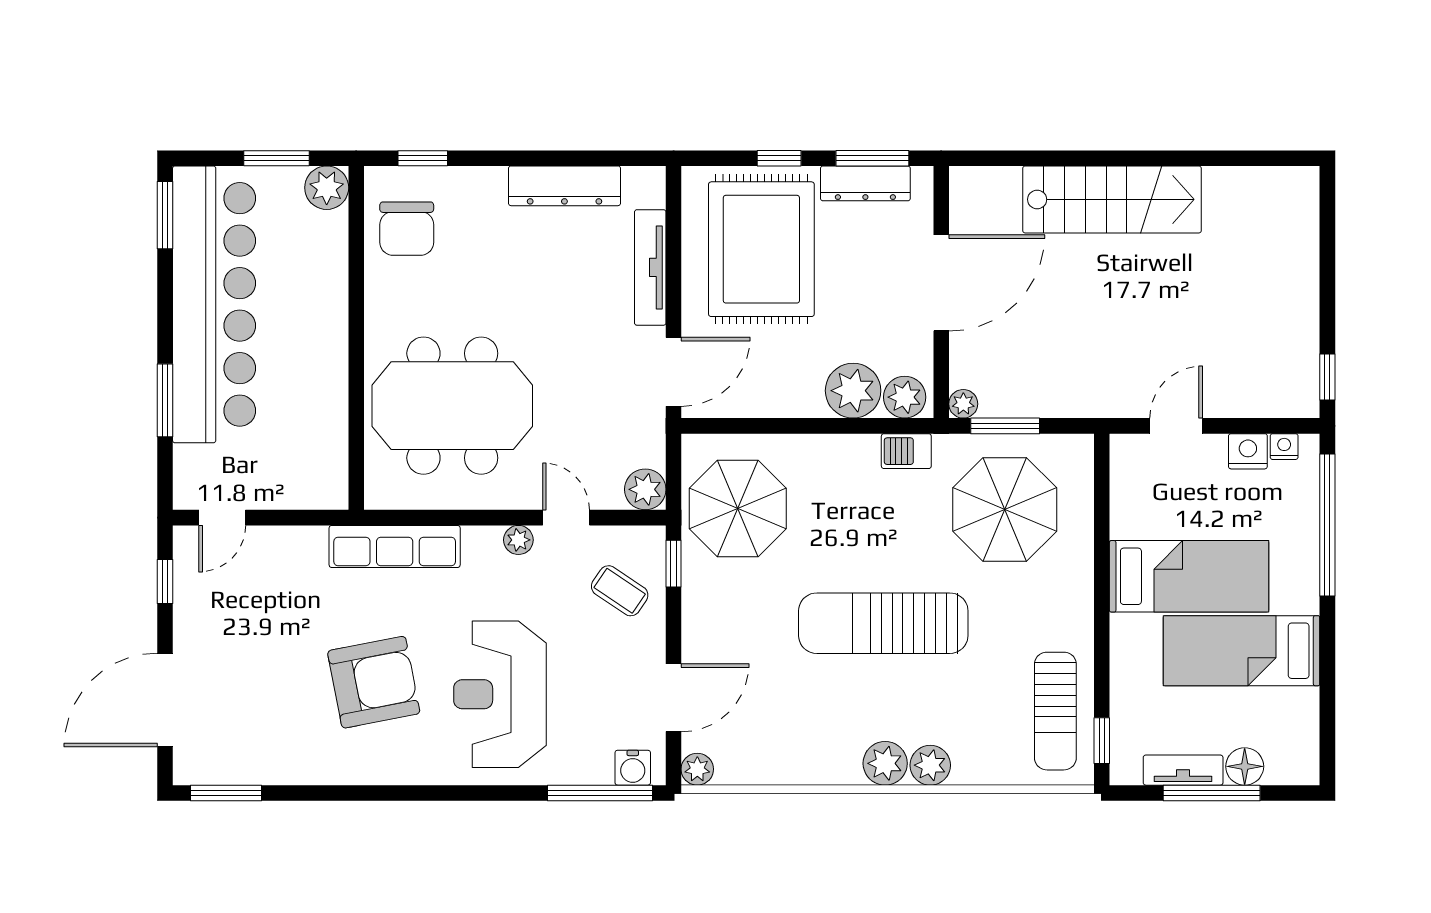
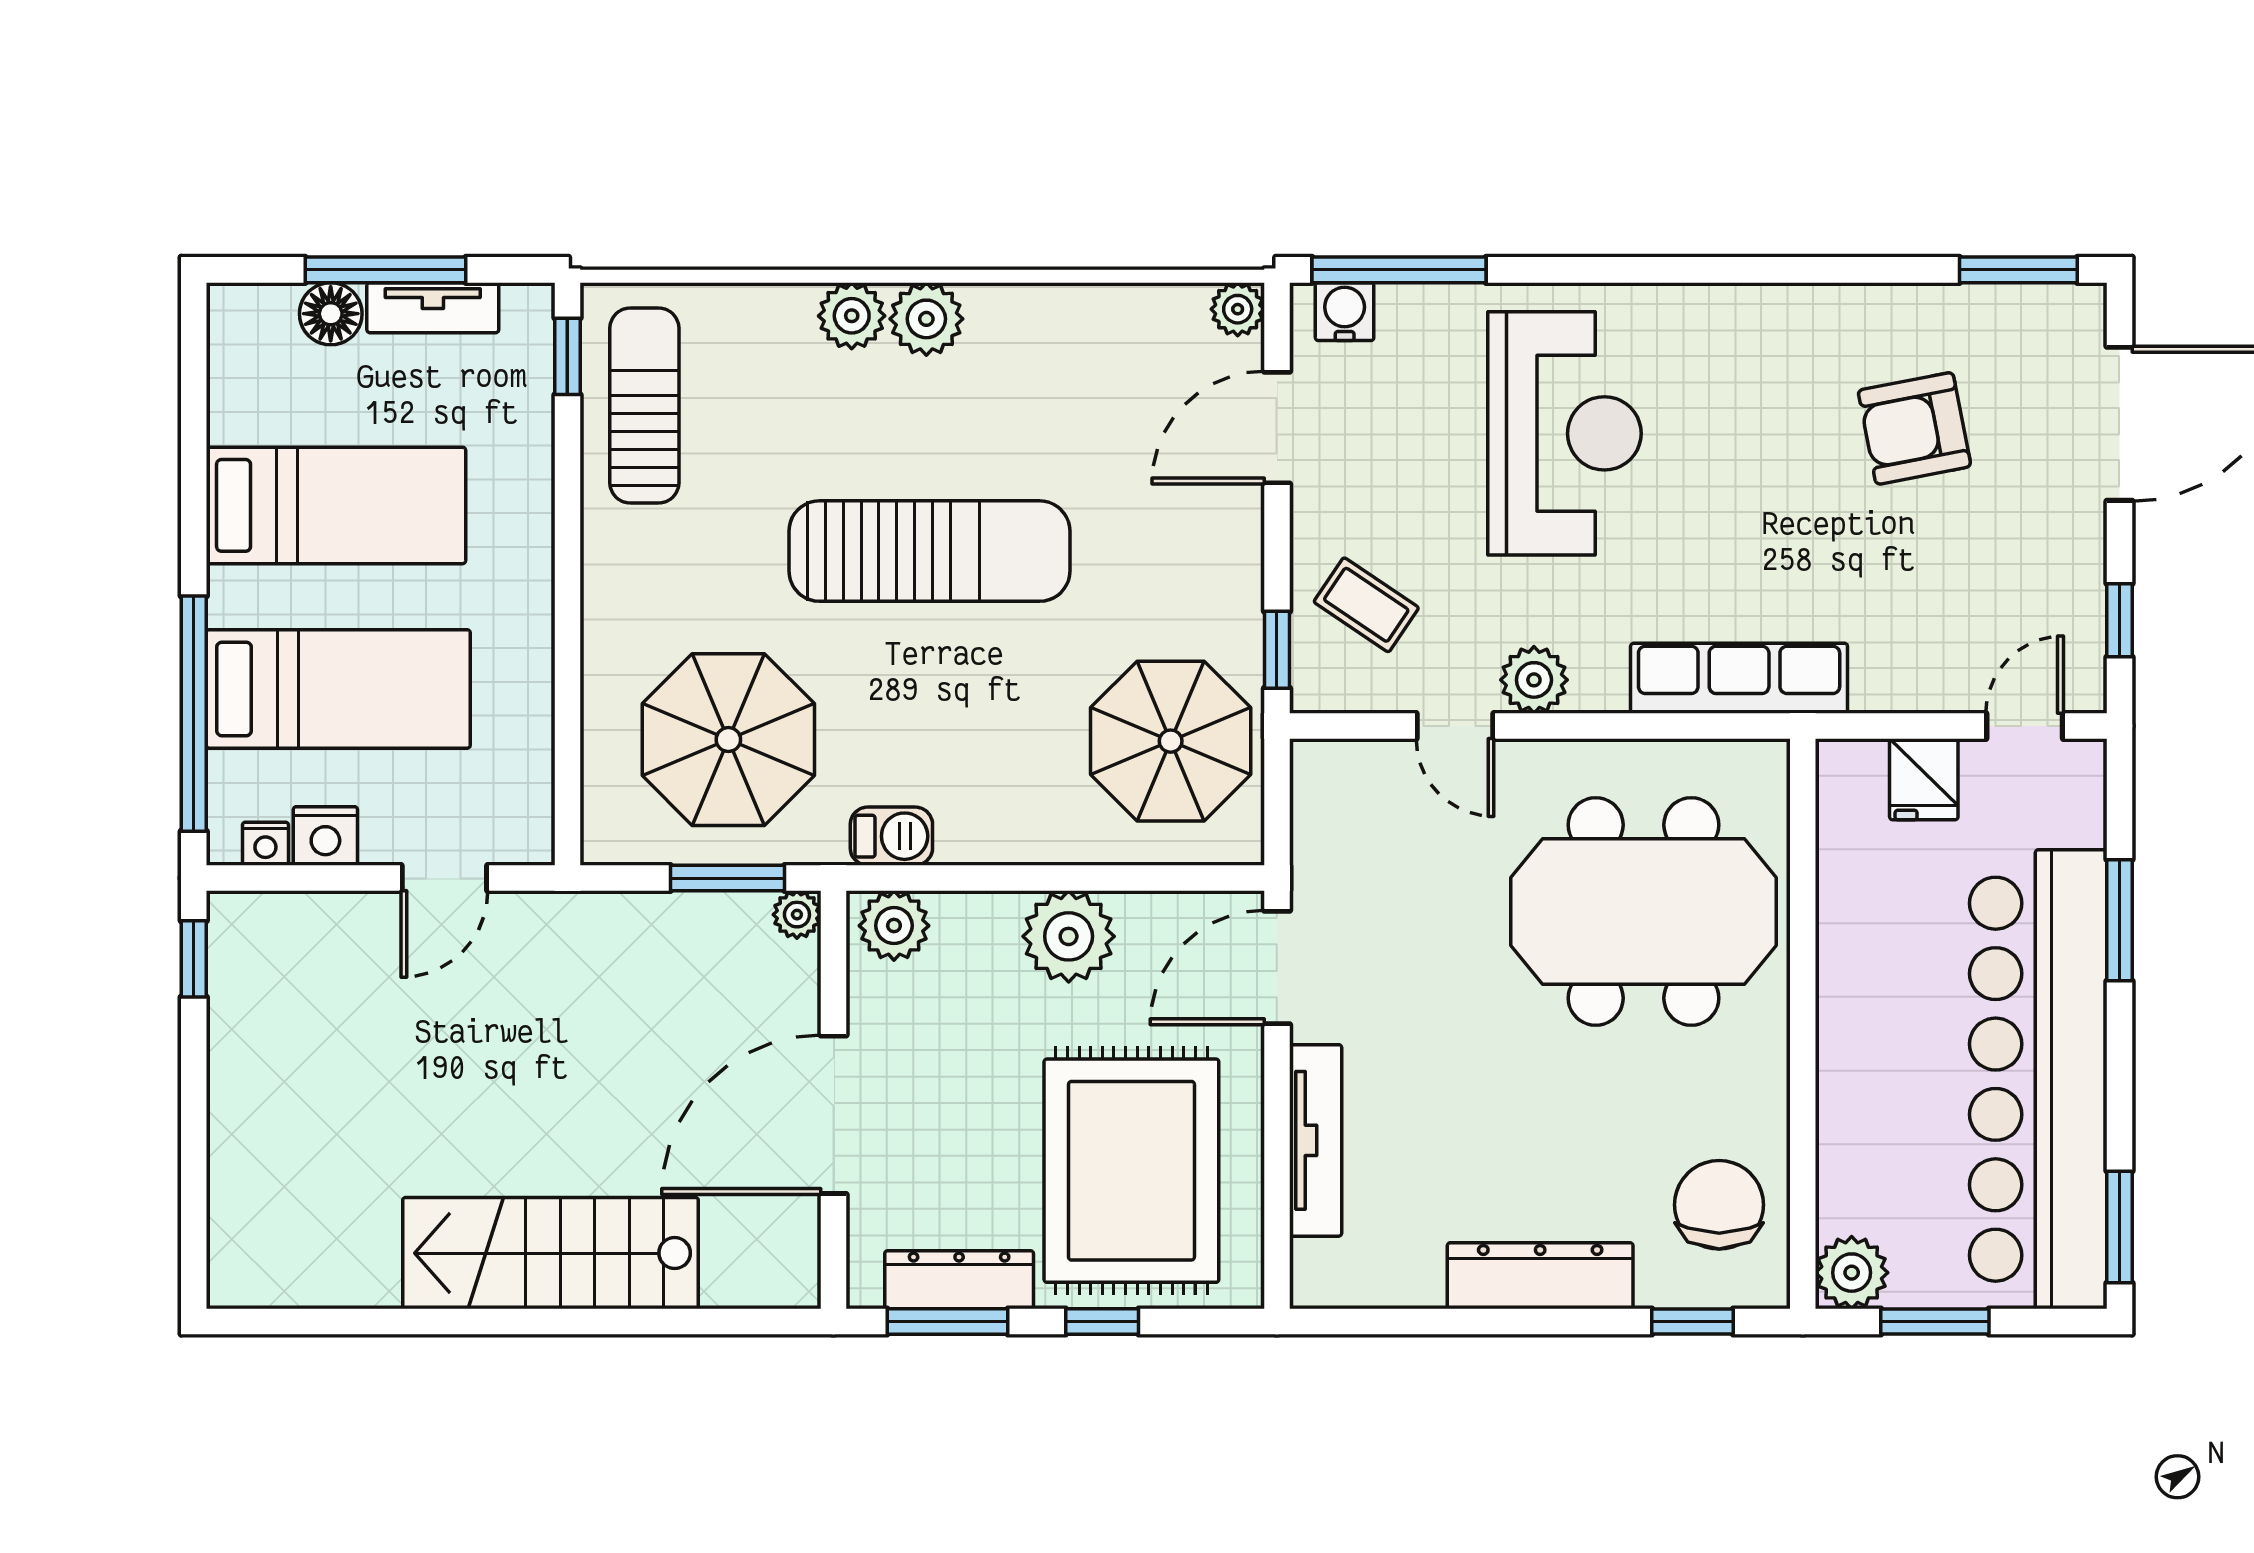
dresser: (564, 186) -> (1540, 1276), moved
plant: (853, 391) -> (1069, 936), moved
fridge: (283, 485) -> (1924, 779), added
plant: (645, 489) -> (1324, 773), removed
plant: (518, 540) -> (1534, 680), width x1.38, depth x1.38
bed: (1189, 576) -> (338, 689), moved, turned 180
armchair: (374, 682) -> (1914, 428), moved, width x0.73, depth x0.73

